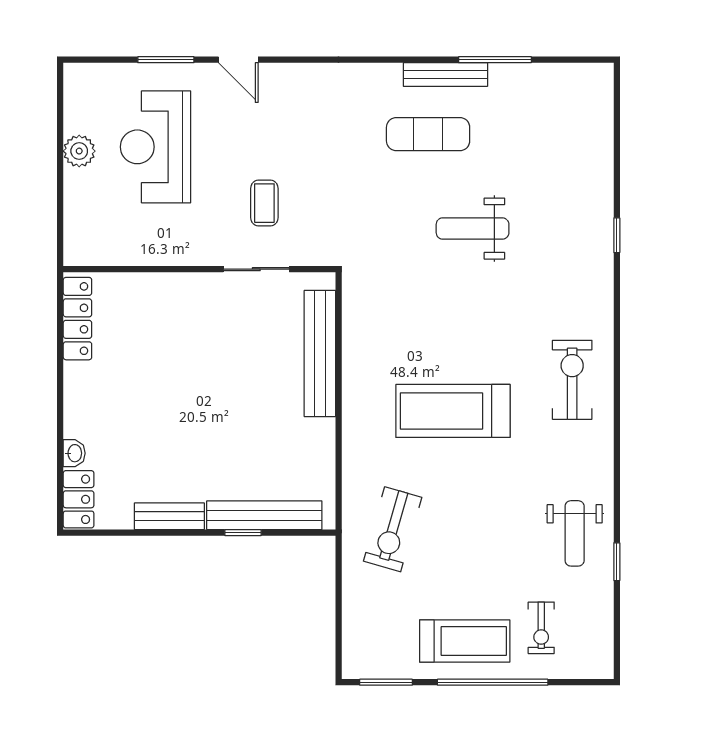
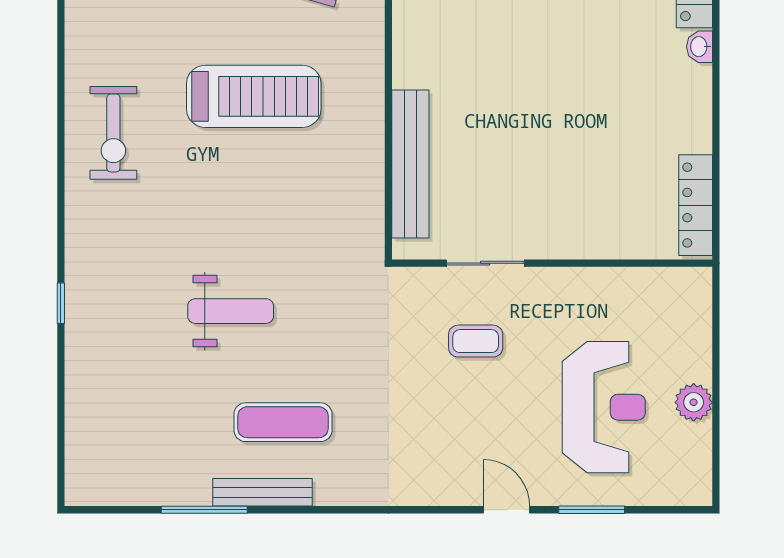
coffee table: (264, 203) -> (476, 341), turned 90

